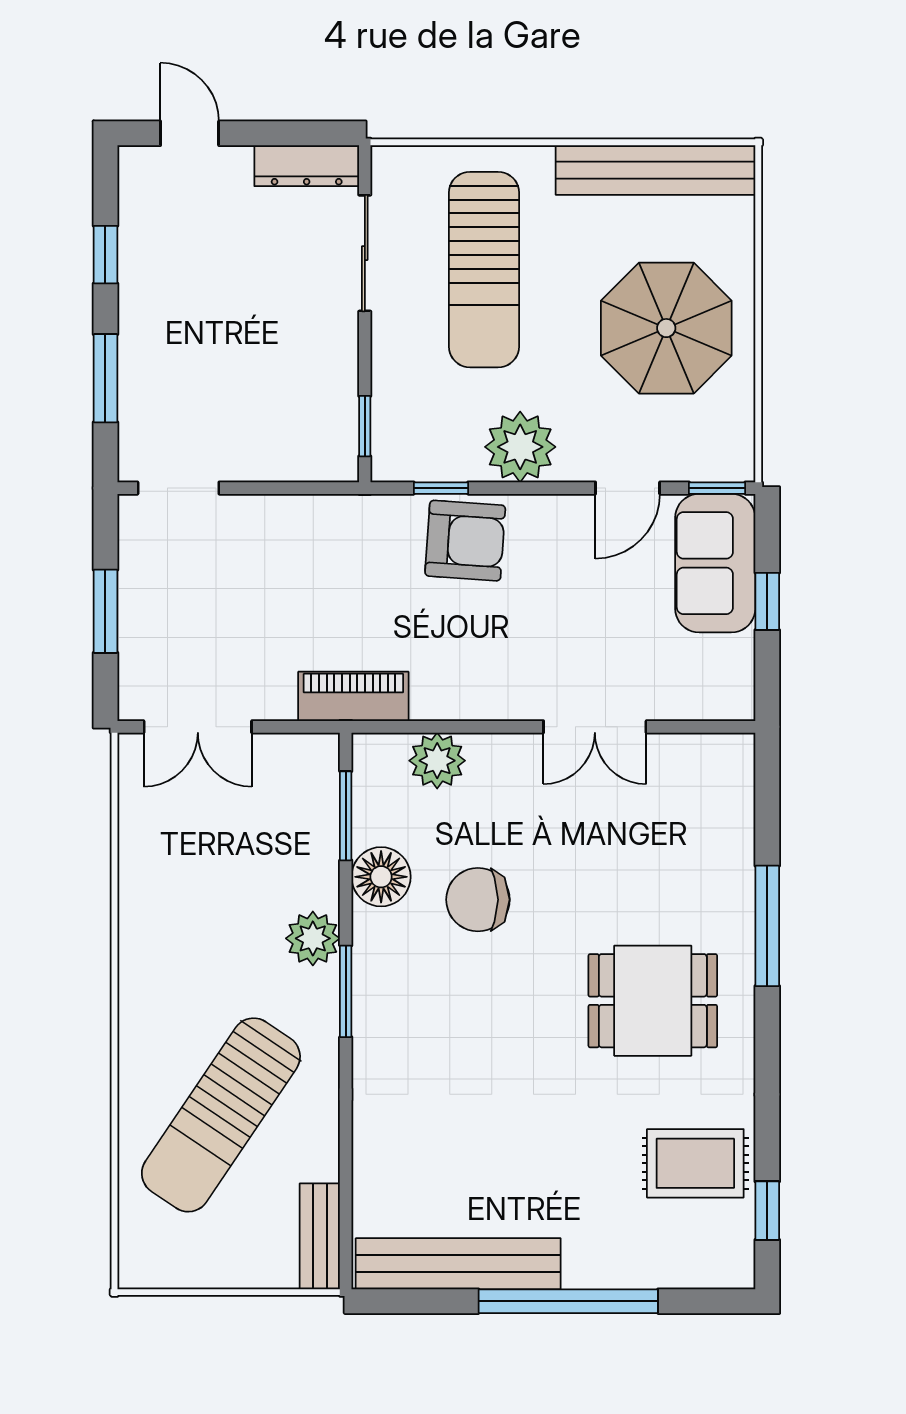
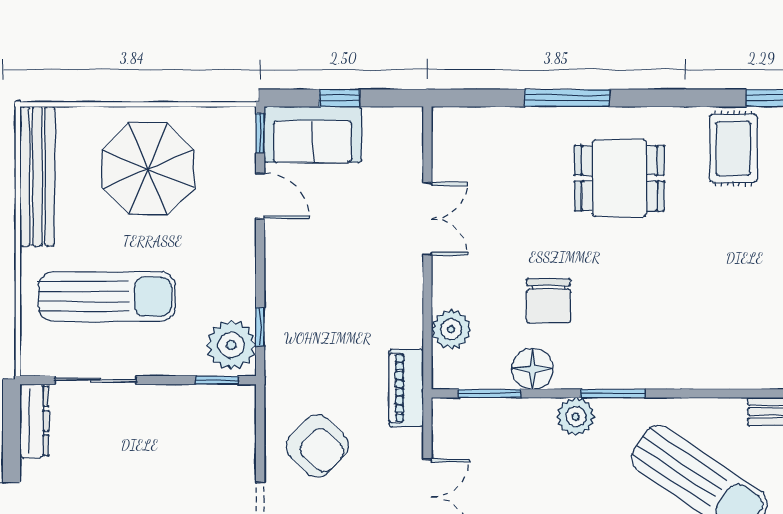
plant: (520, 447) -> (231, 345), moved
armchair: (465, 541) -> (317, 446), moved, turned 129
dining table: (653, 1001) -> (619, 178), turned 90

